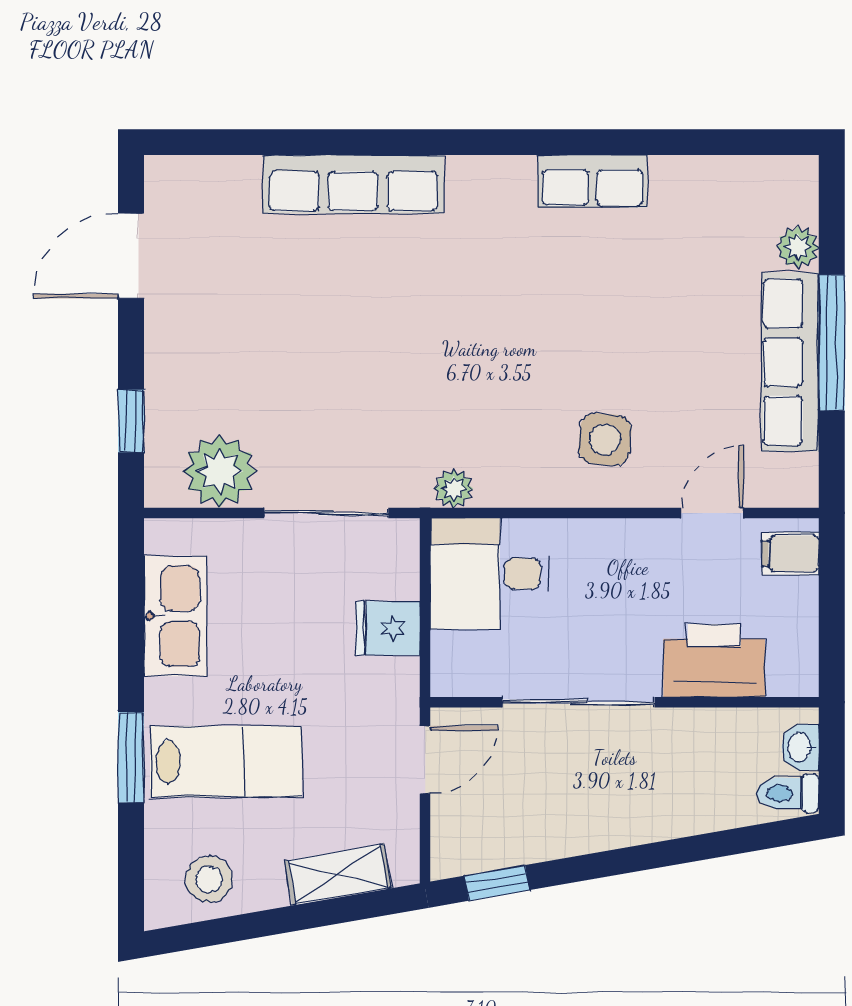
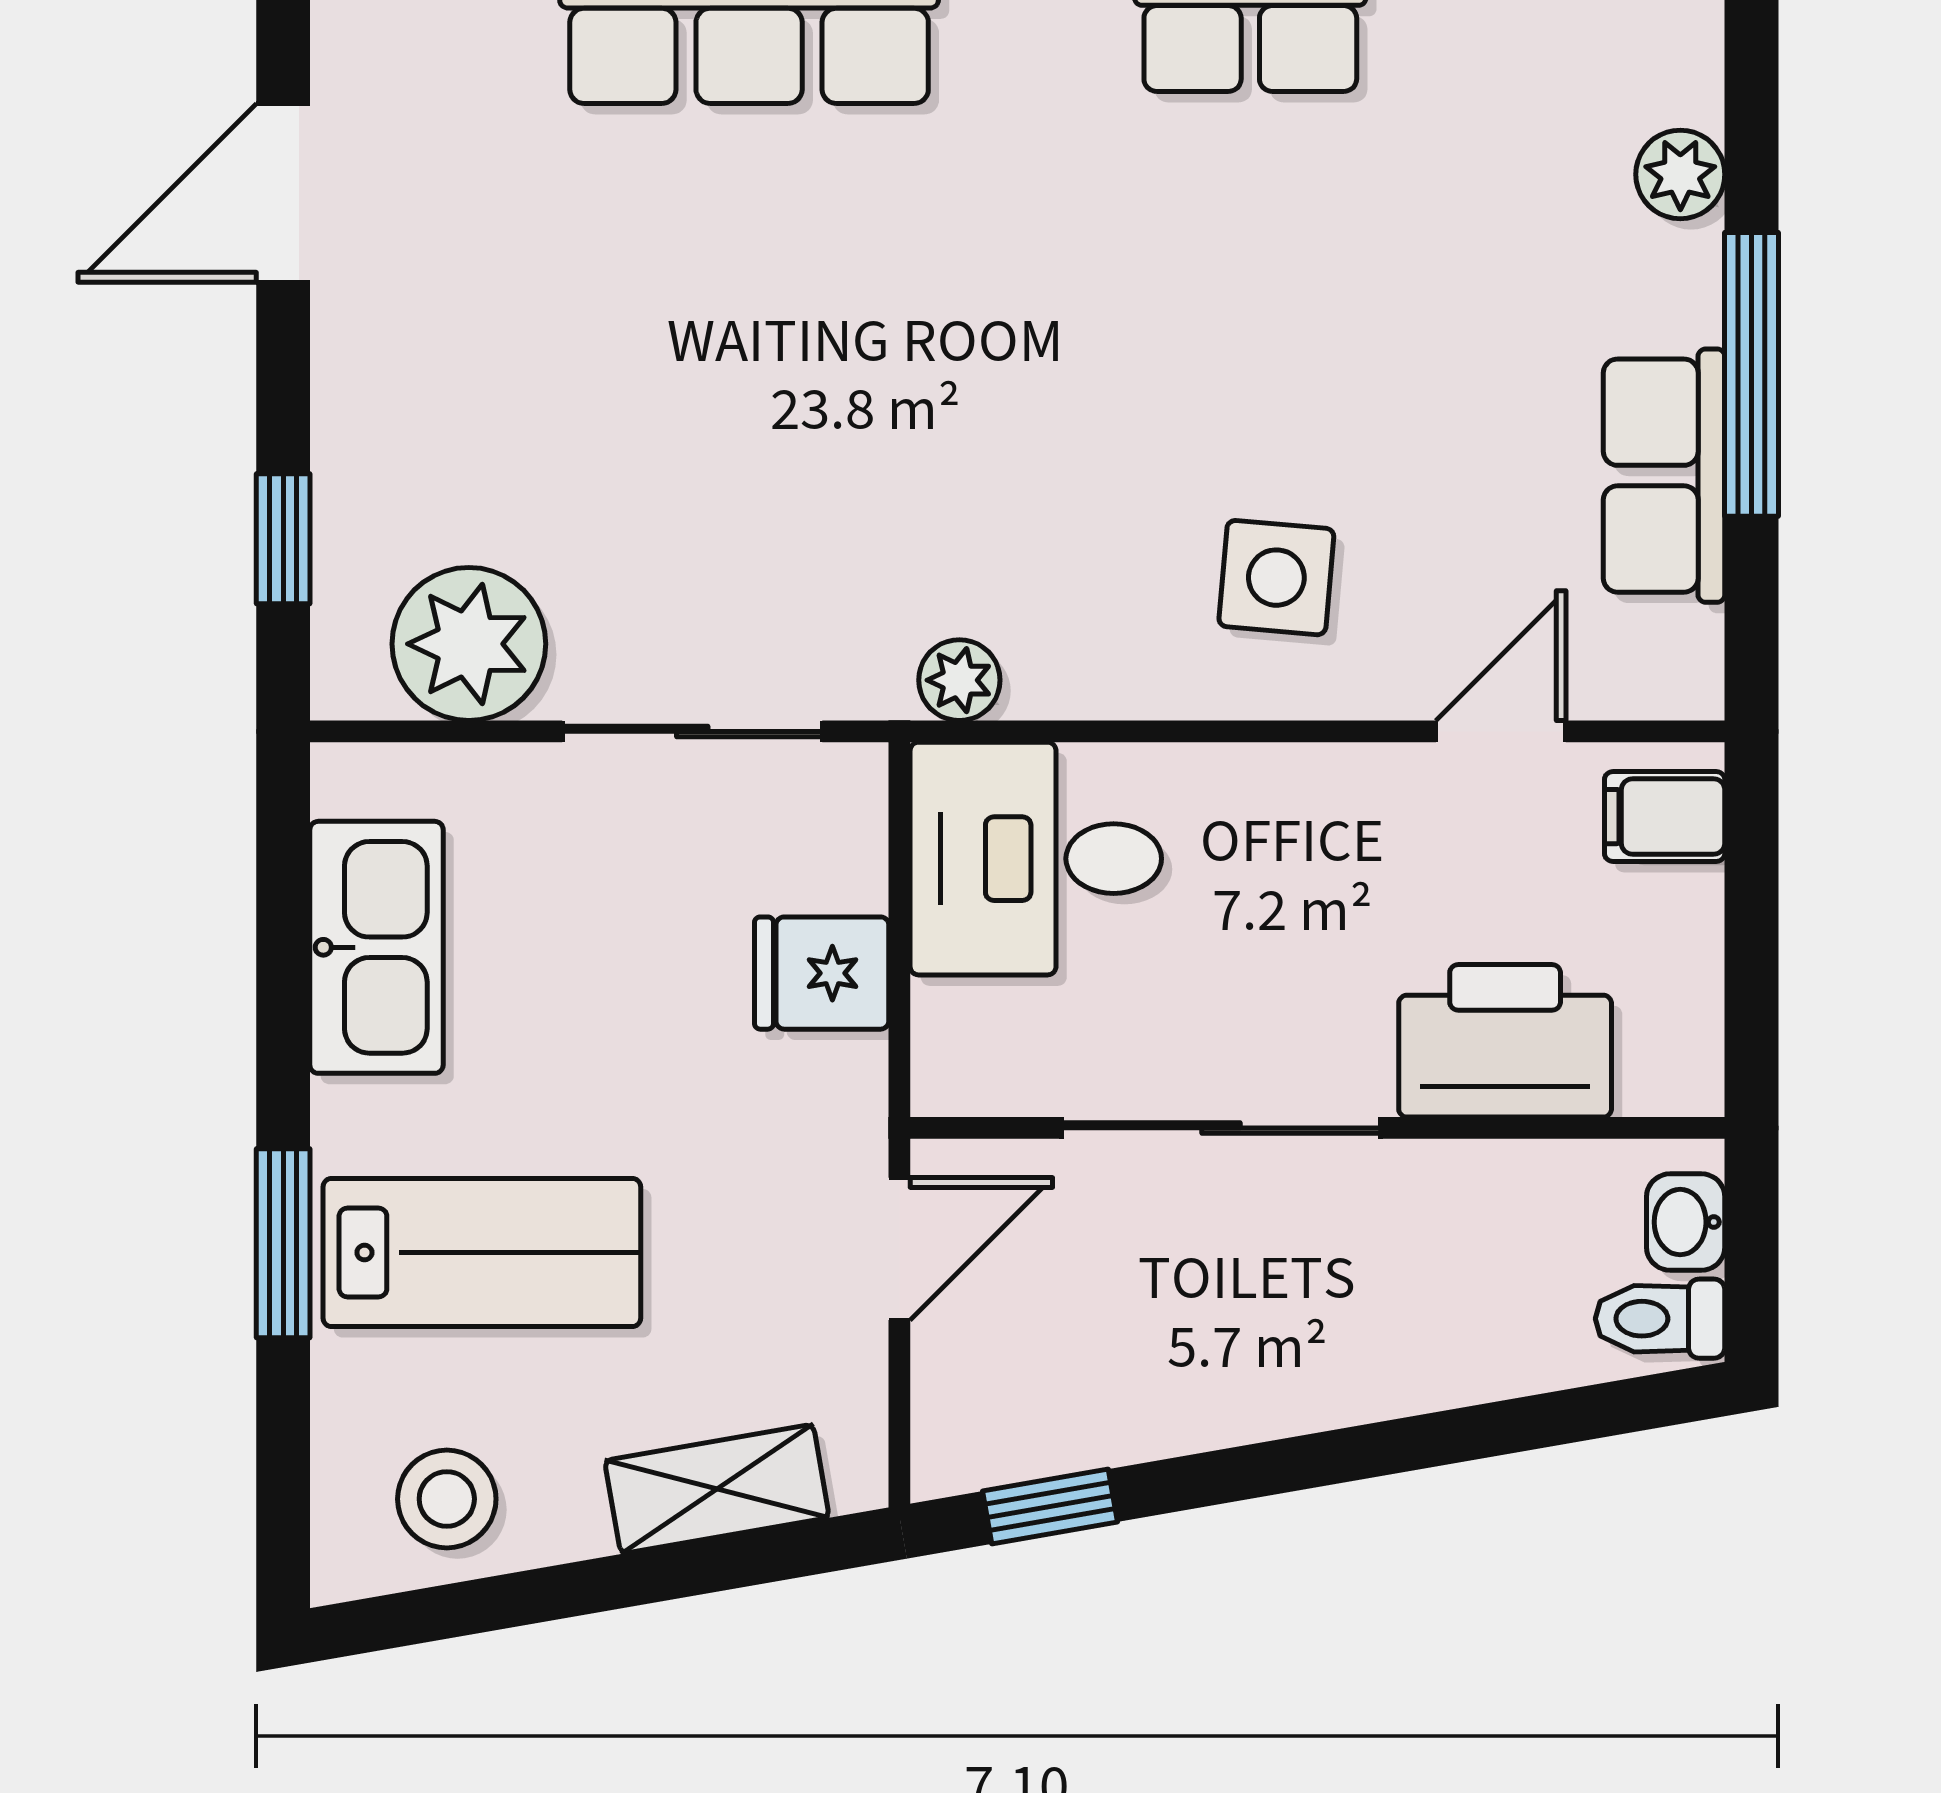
row of seats: (790, 362) -> (1664, 476), width x0.68

